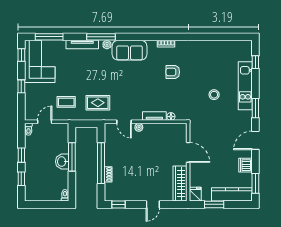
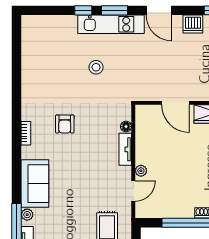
window: (255, 62) -> (83, 10), moved
kitchen unit: (245, 86) -> (111, 24), moved
door: (188, 152) -> (175, 103), swing flipped

